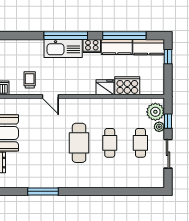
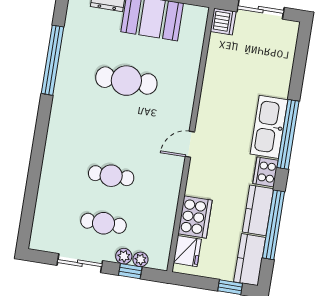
trolley: (30, 80) -> (229, 67), removed
fridge: (105, 87) -> (187, 251), moved
door: (50, 96) -> (190, 144), moved
plant: (155, 112) -> (140, 259), width x0.53, depth x0.53
cafe table: (79, 143) -> (126, 81), moved
window: (43, 191) -> (52, 60), width x1.46

